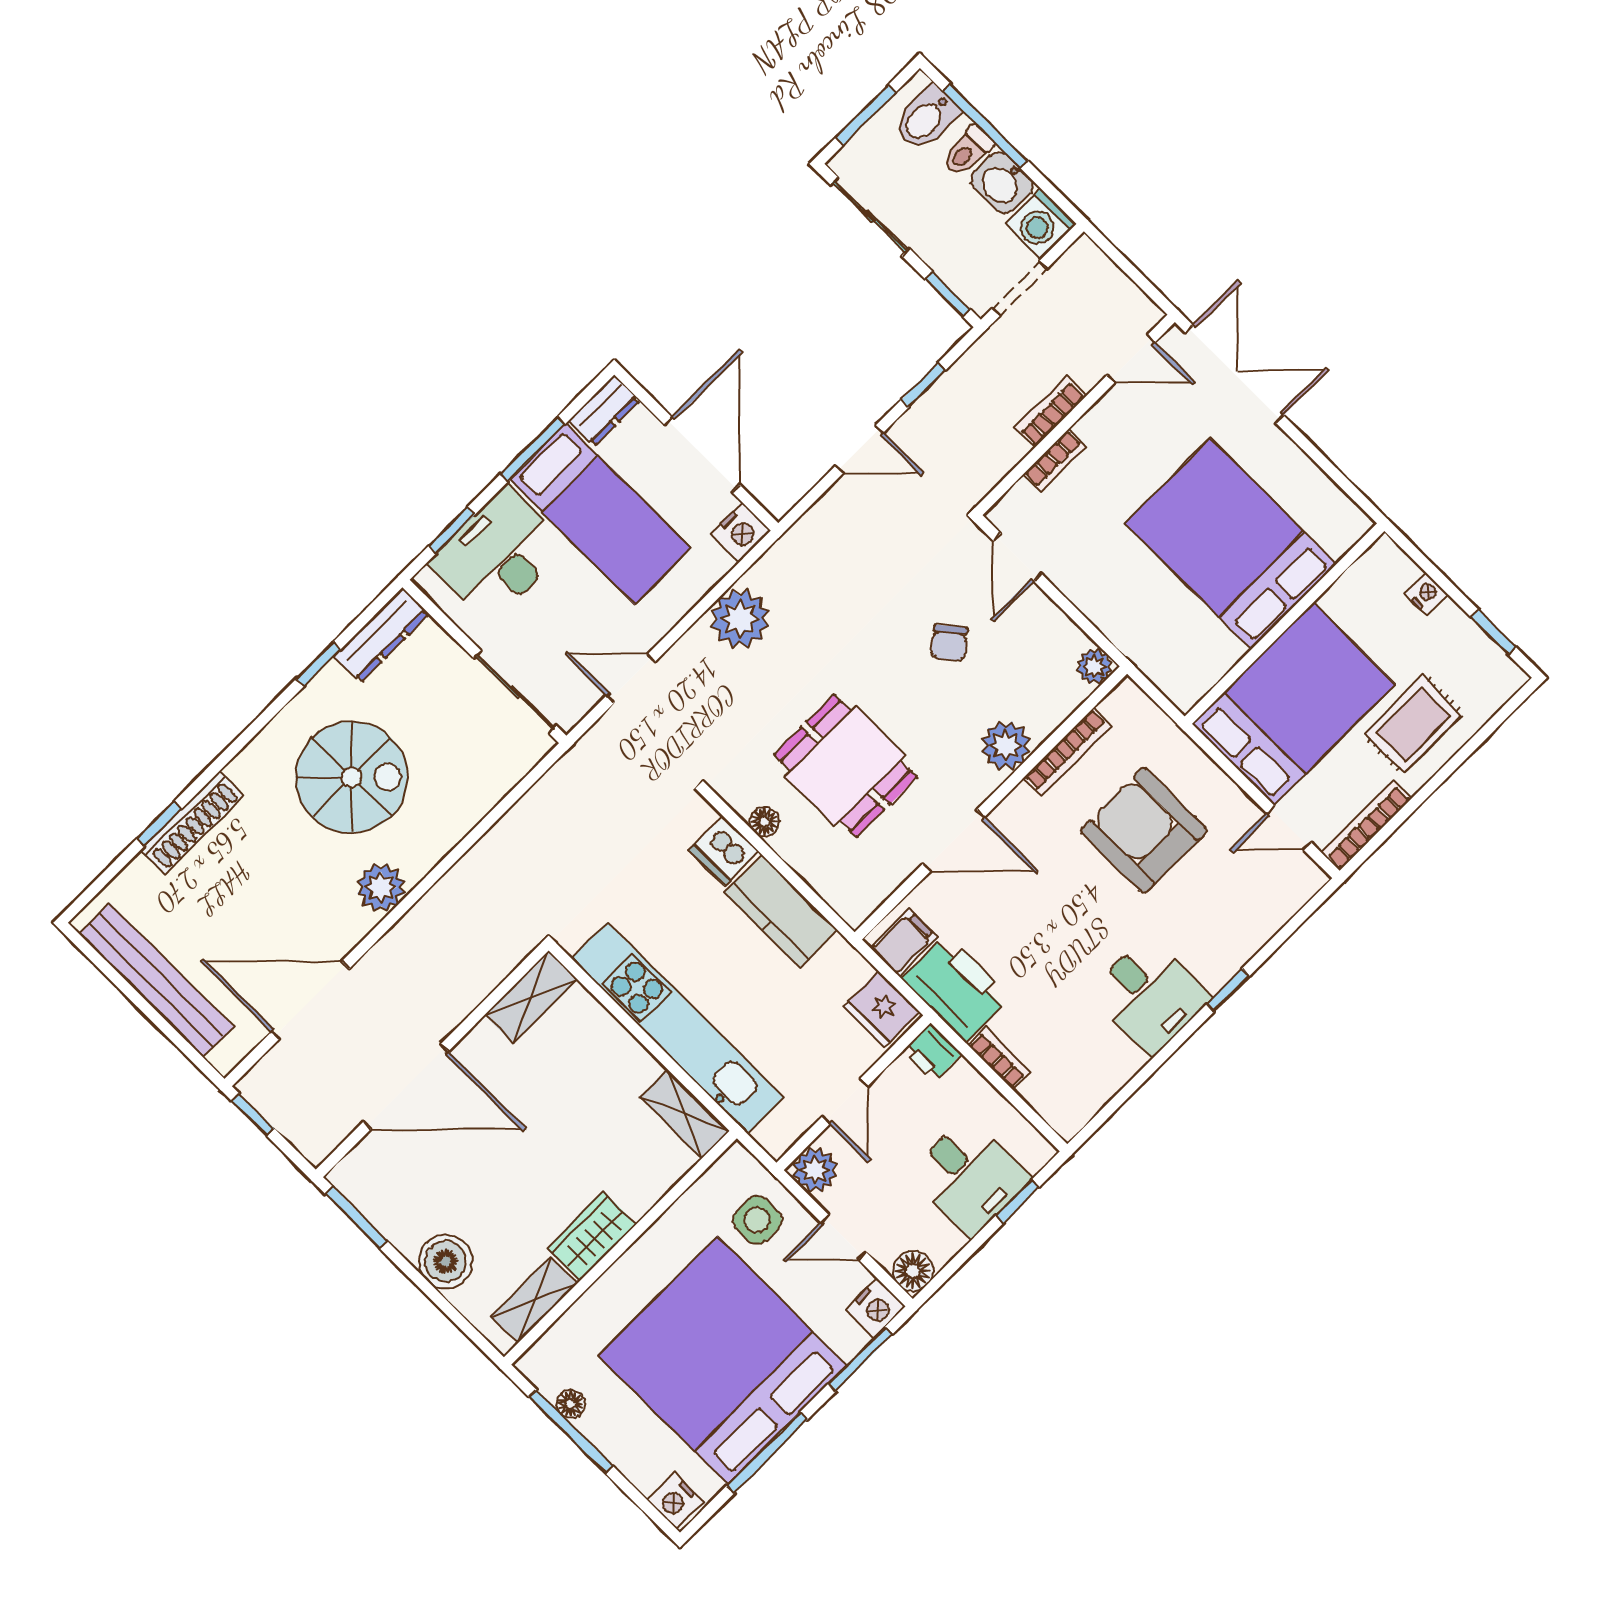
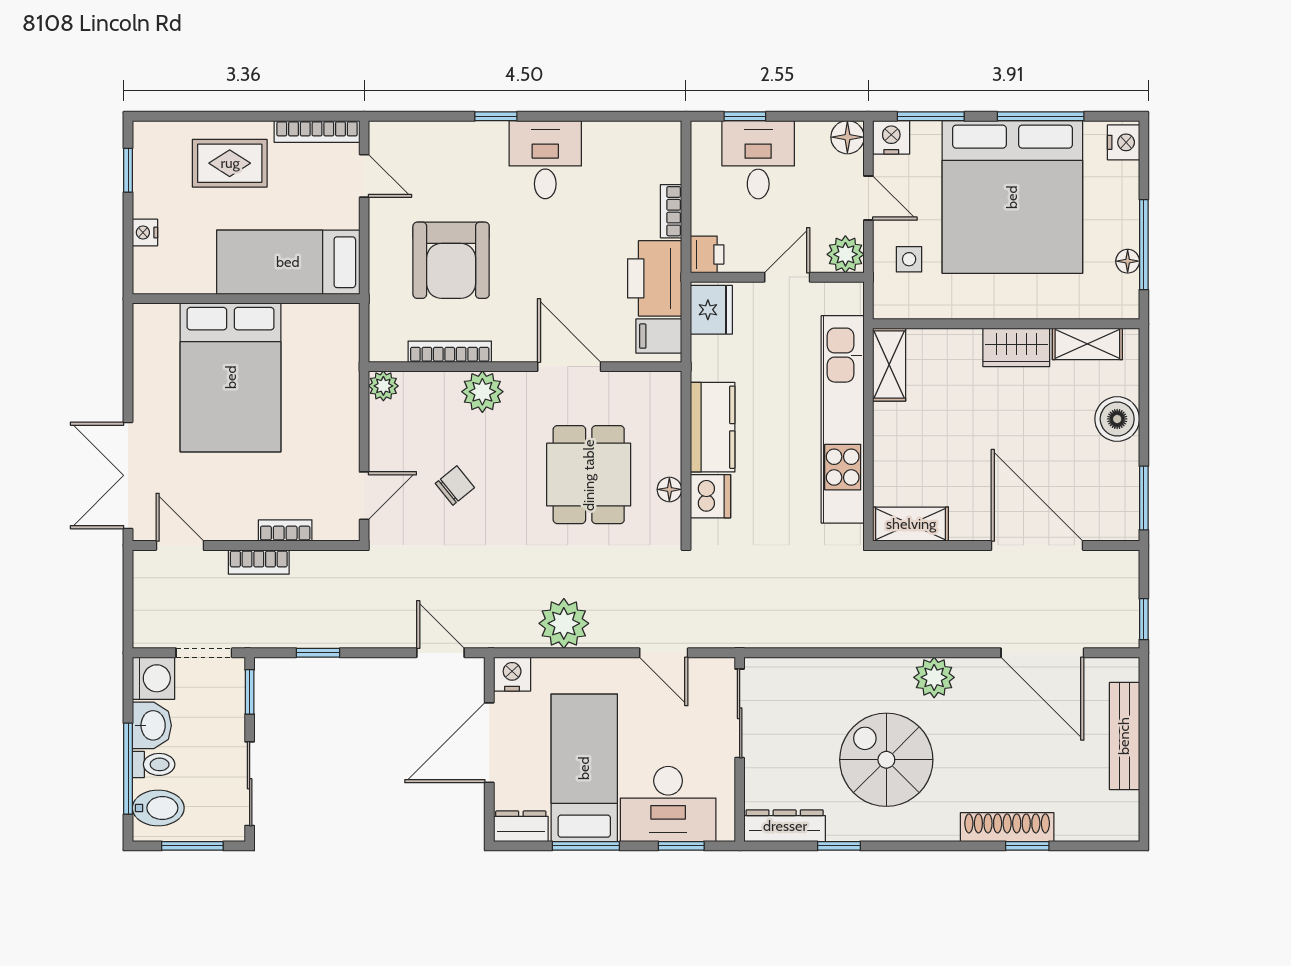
door: (859, 449) -> (440, 653), moved
bed: (1294, 704) -> (288, 262), width x0.67
bench: (156, 980) -> (1124, 736), width x0.73, depth x0.82
side table: (757, 1220) -> (909, 259), width x0.73, depth x0.73

